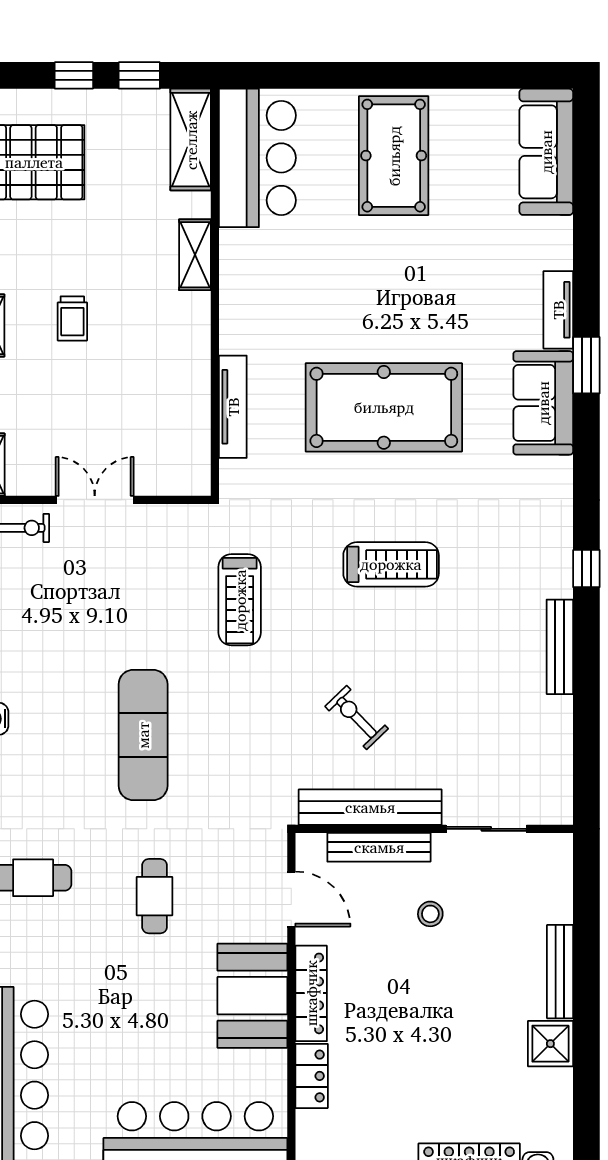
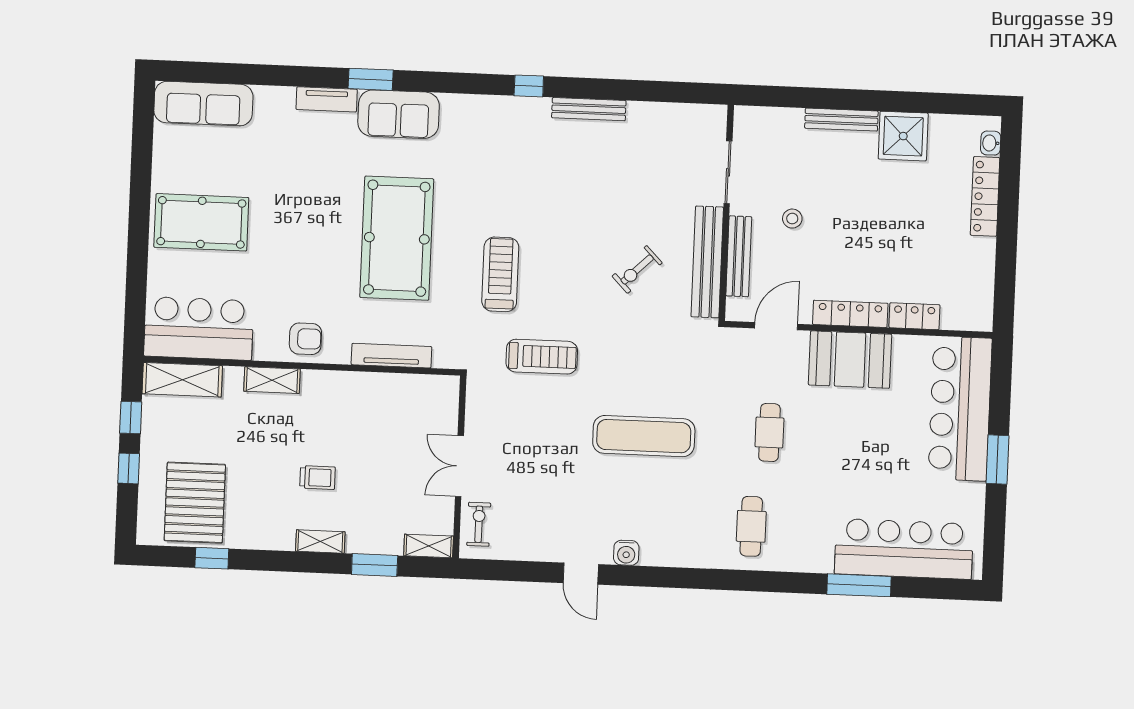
armchair: (250, 295) -> (305, 339), added
treadmill: (391, 564) -> (500, 274), moved
cafe table: (155, 896) -> (769, 432), turned 90
shower: (550, 1044) -> (903, 136), width x1.36, depth x1.36

